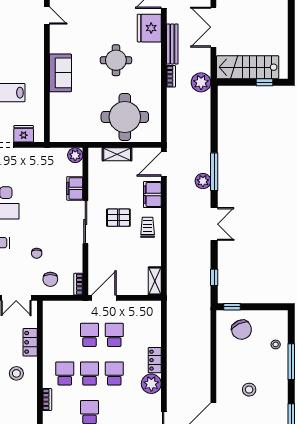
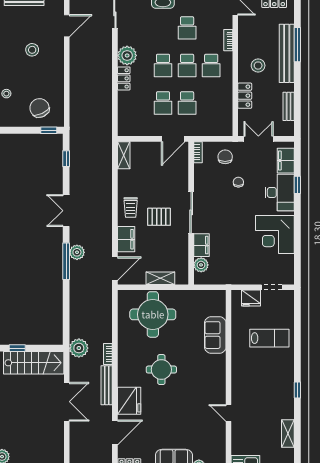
sofa: (60, 73) -> (215, 335), moved
plant: (75, 155) -> (201, 265), moved

